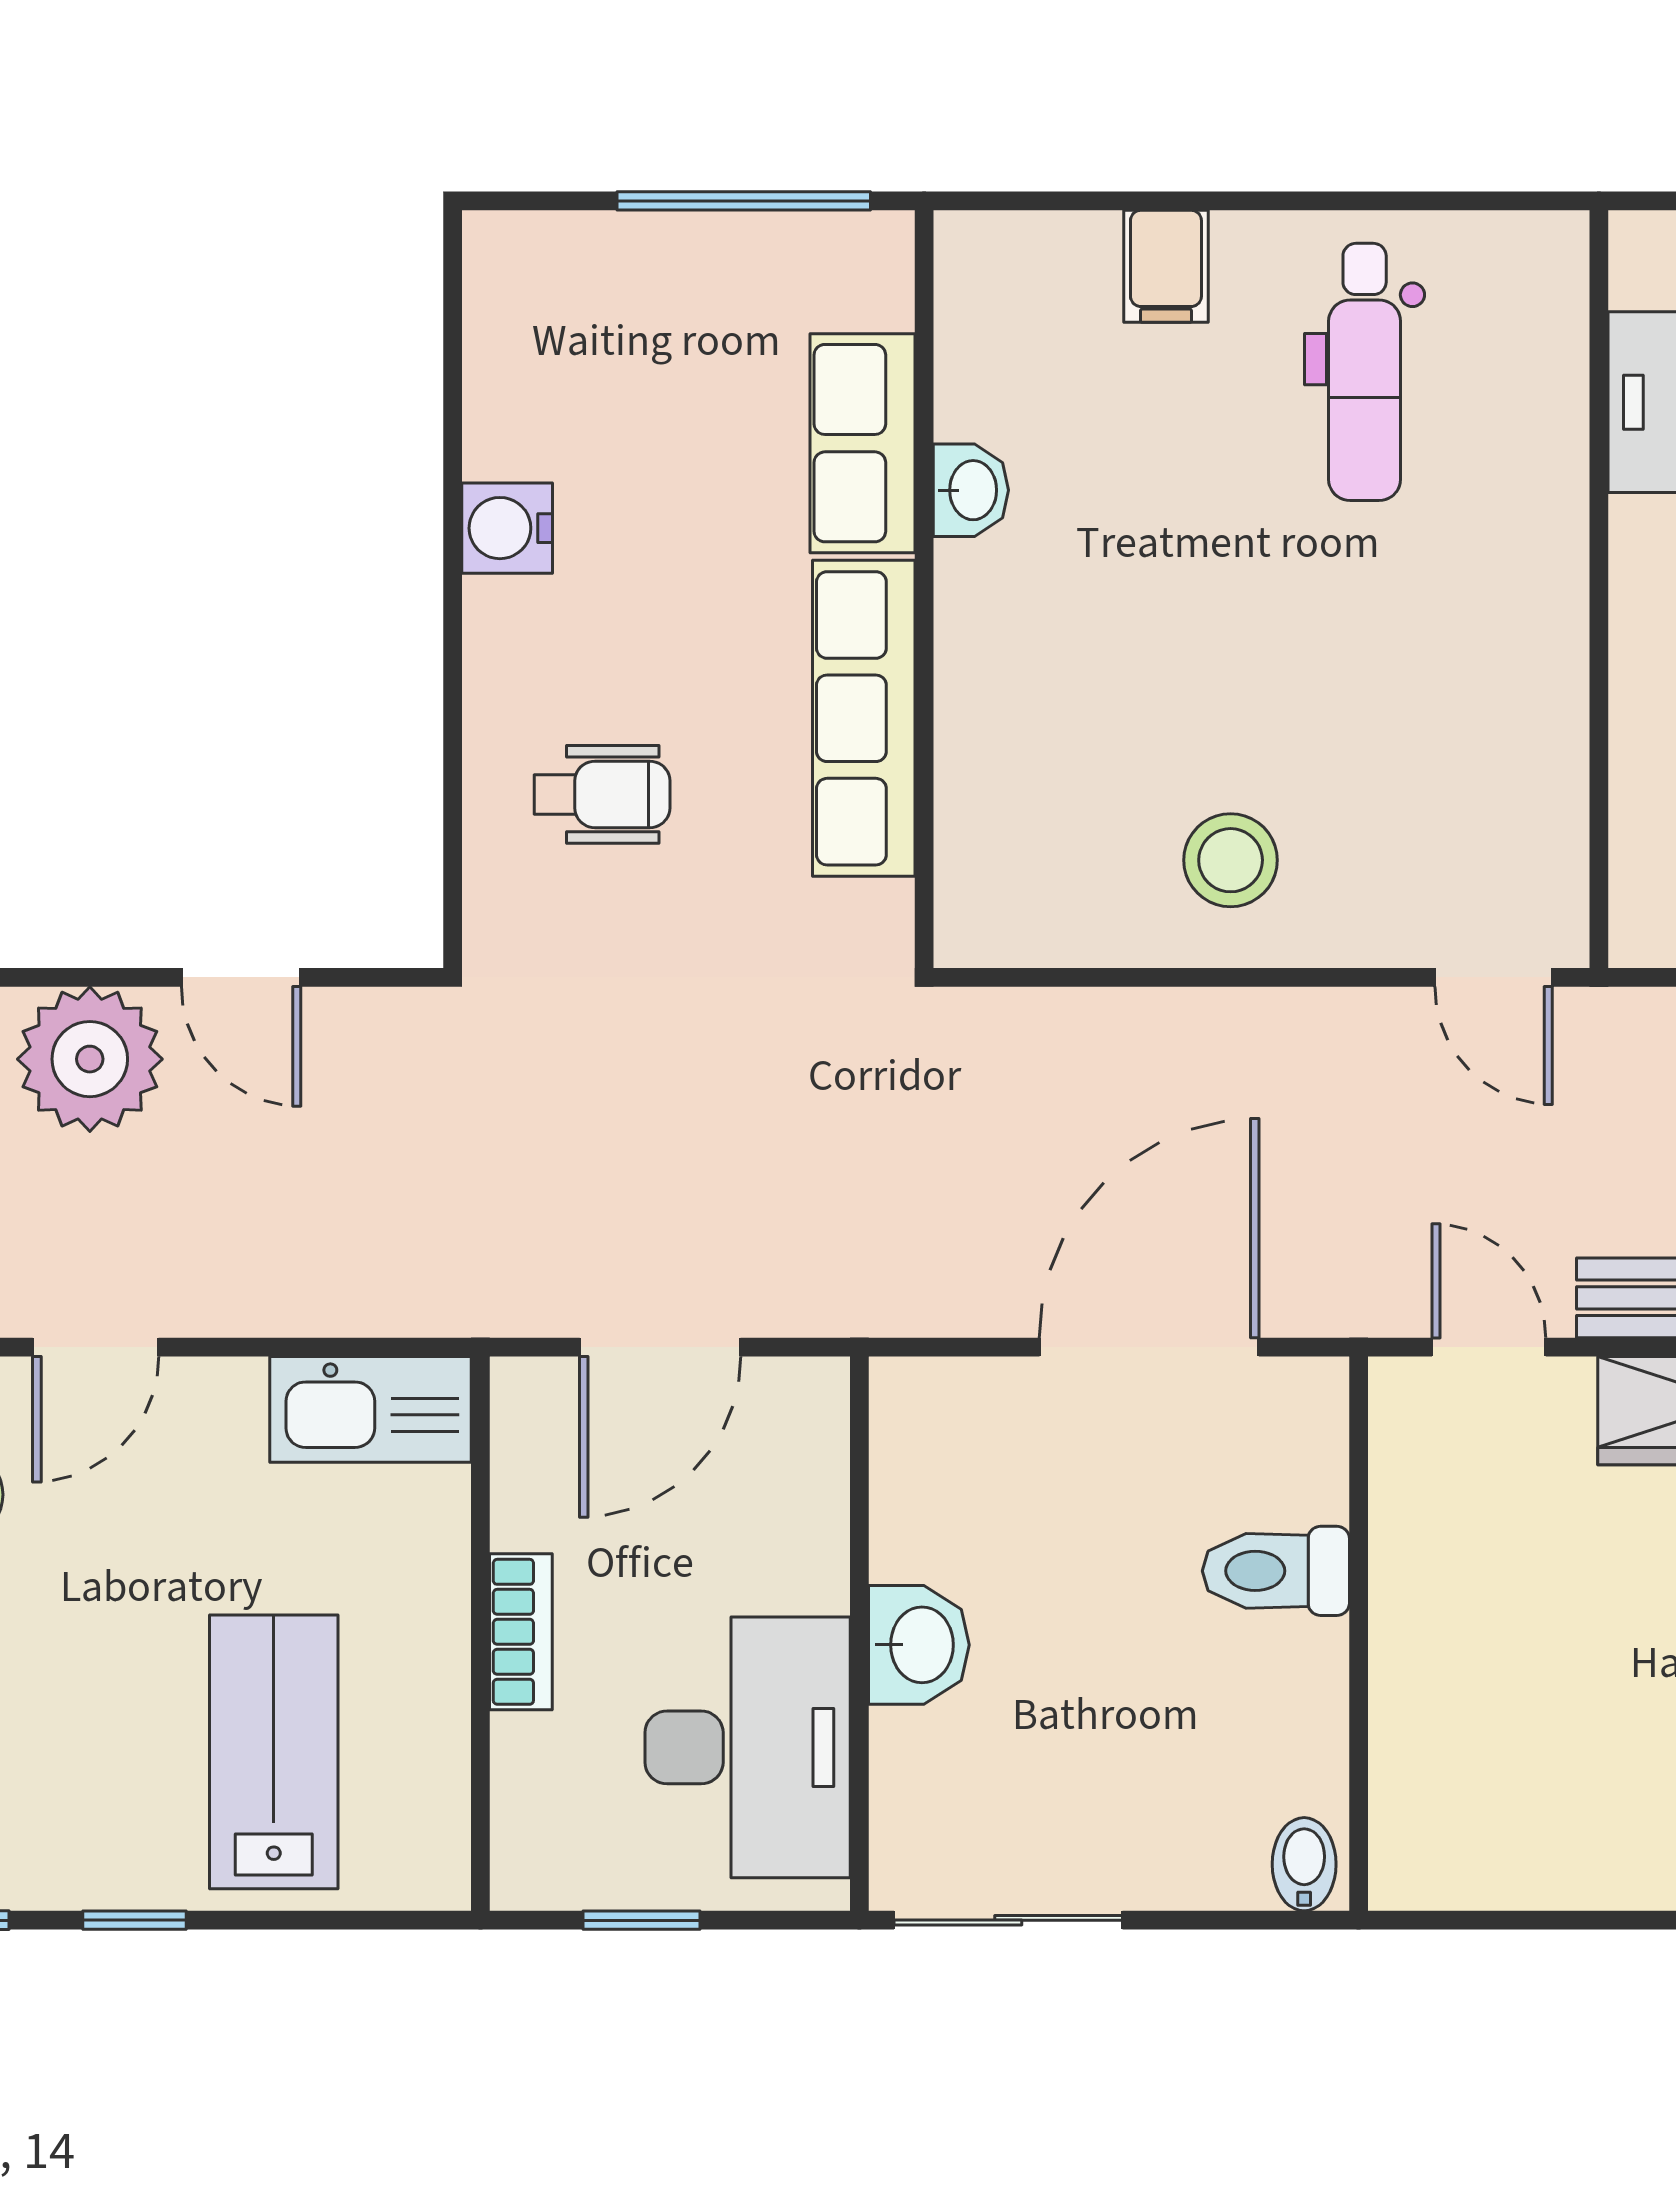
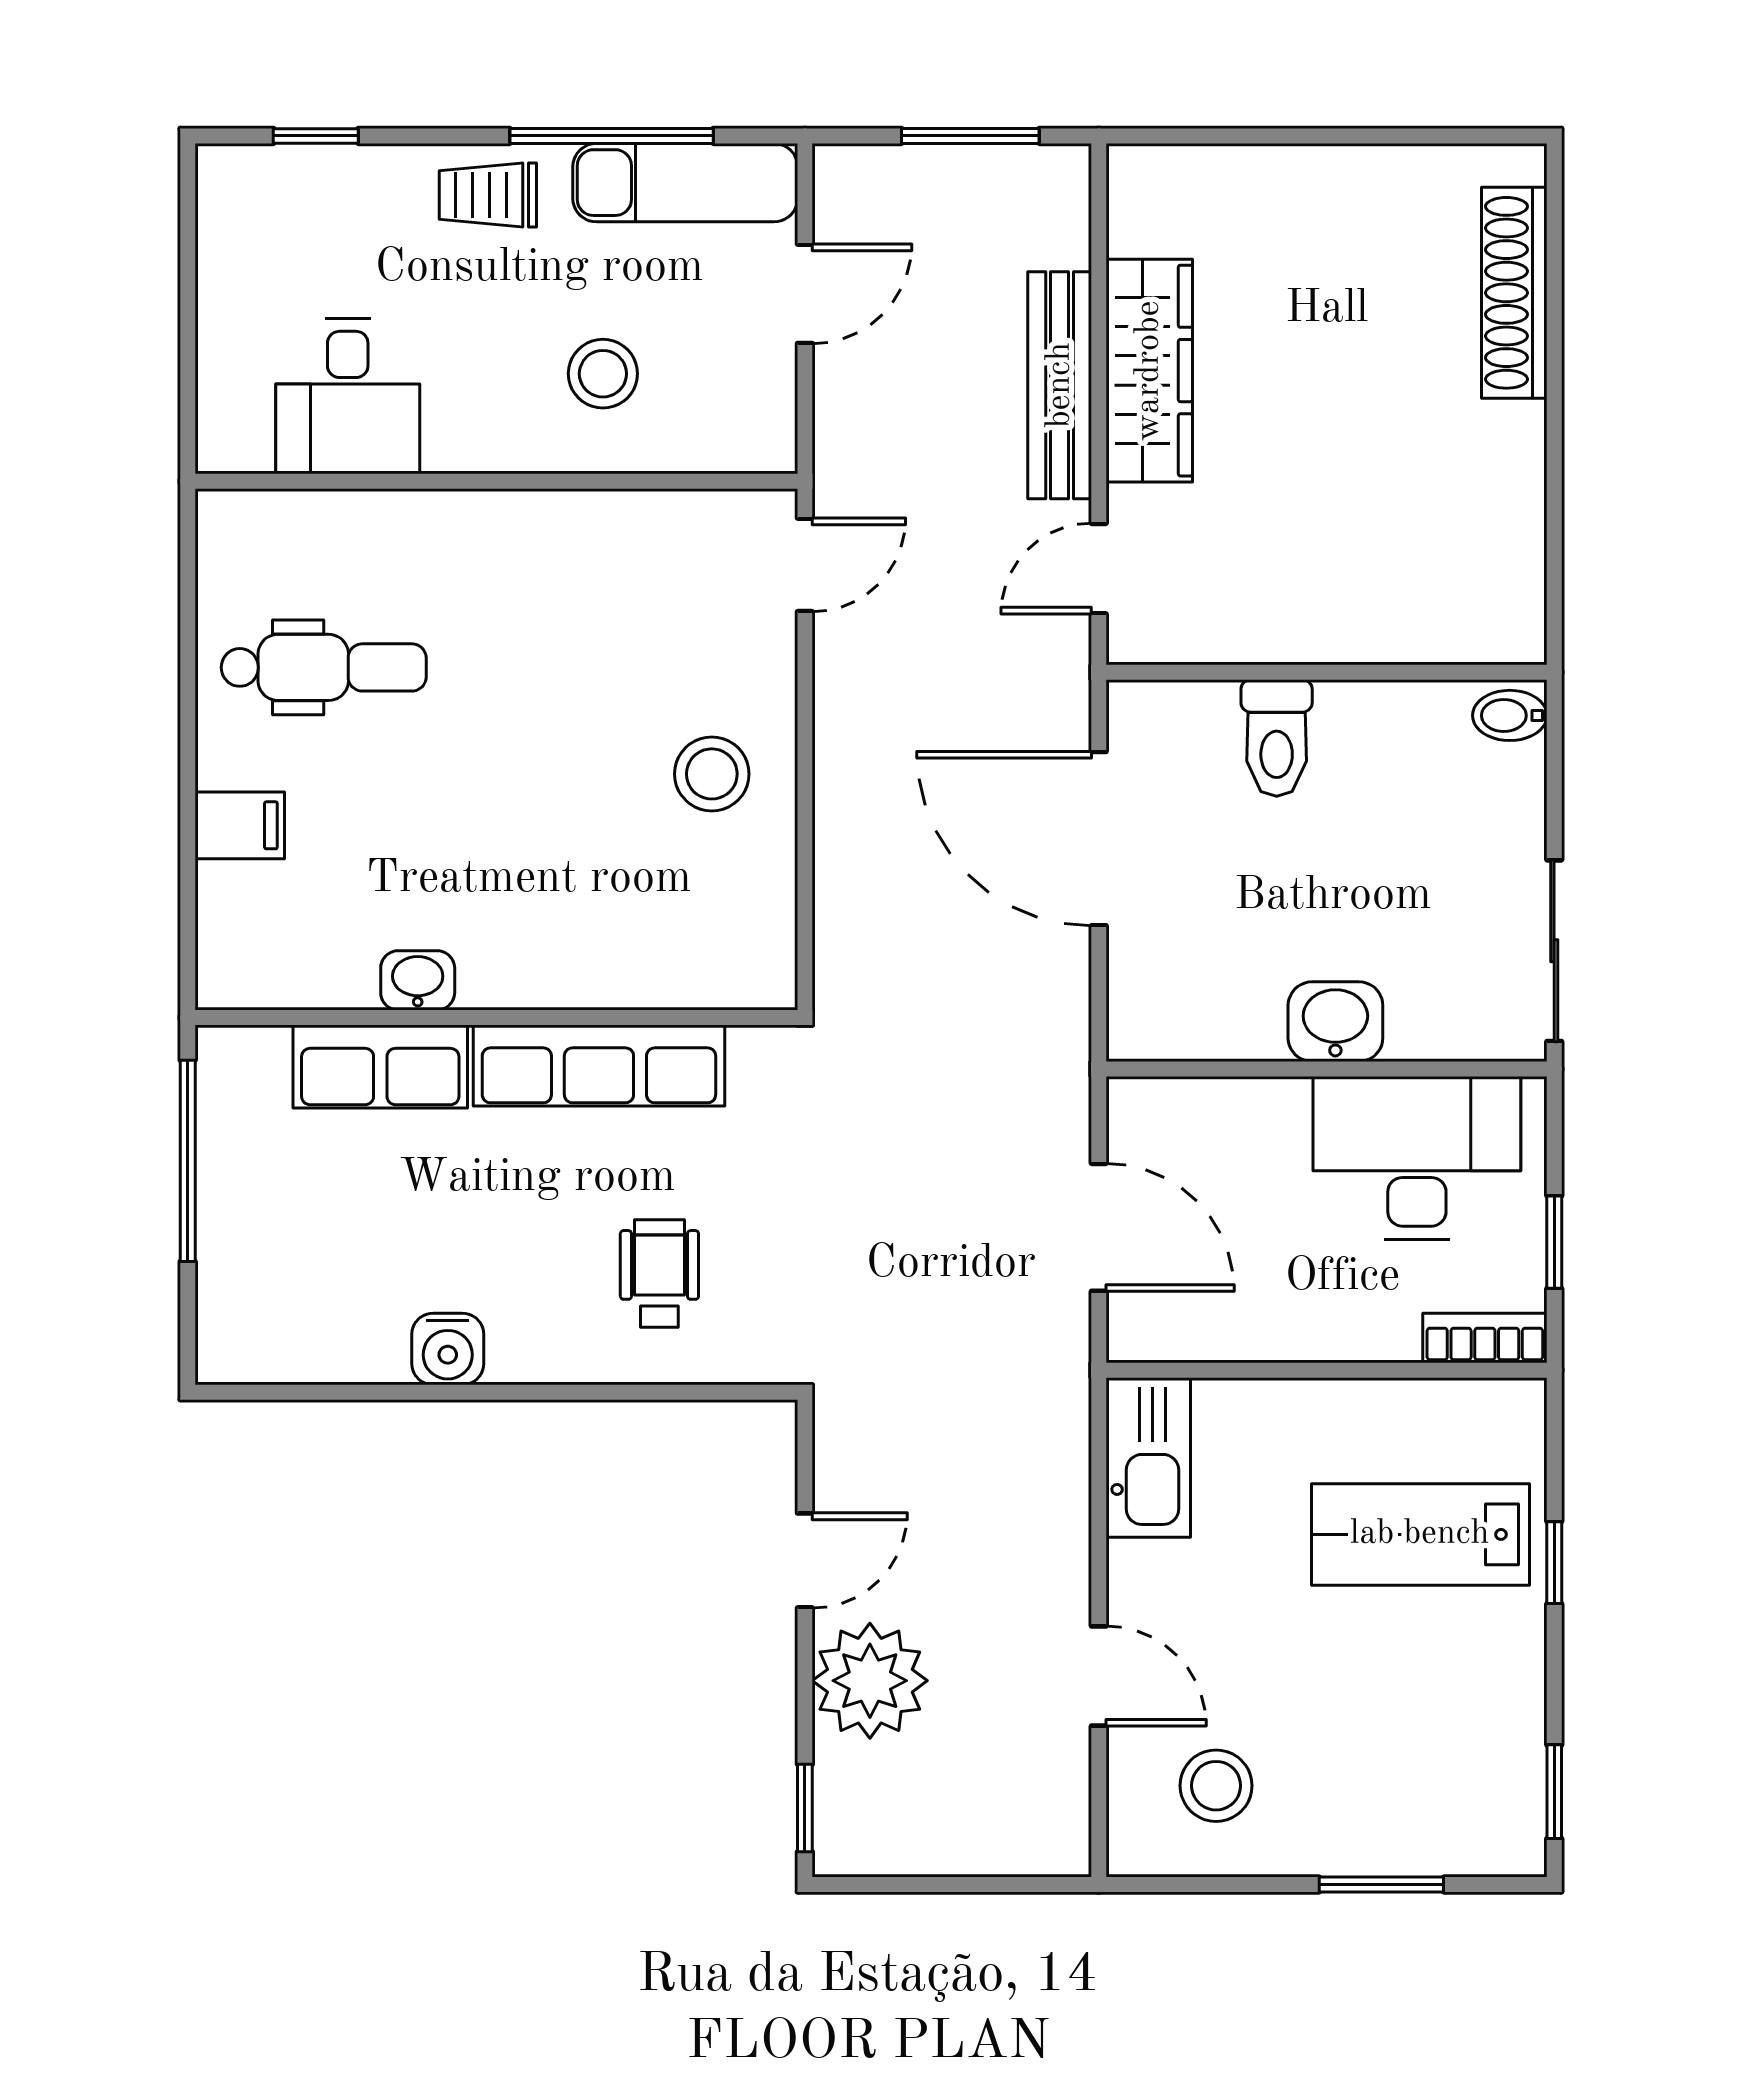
bookcase: (521, 1632) -> (1485, 1338), moved
window: (135, 1920) -> (1554, 1563), moved

